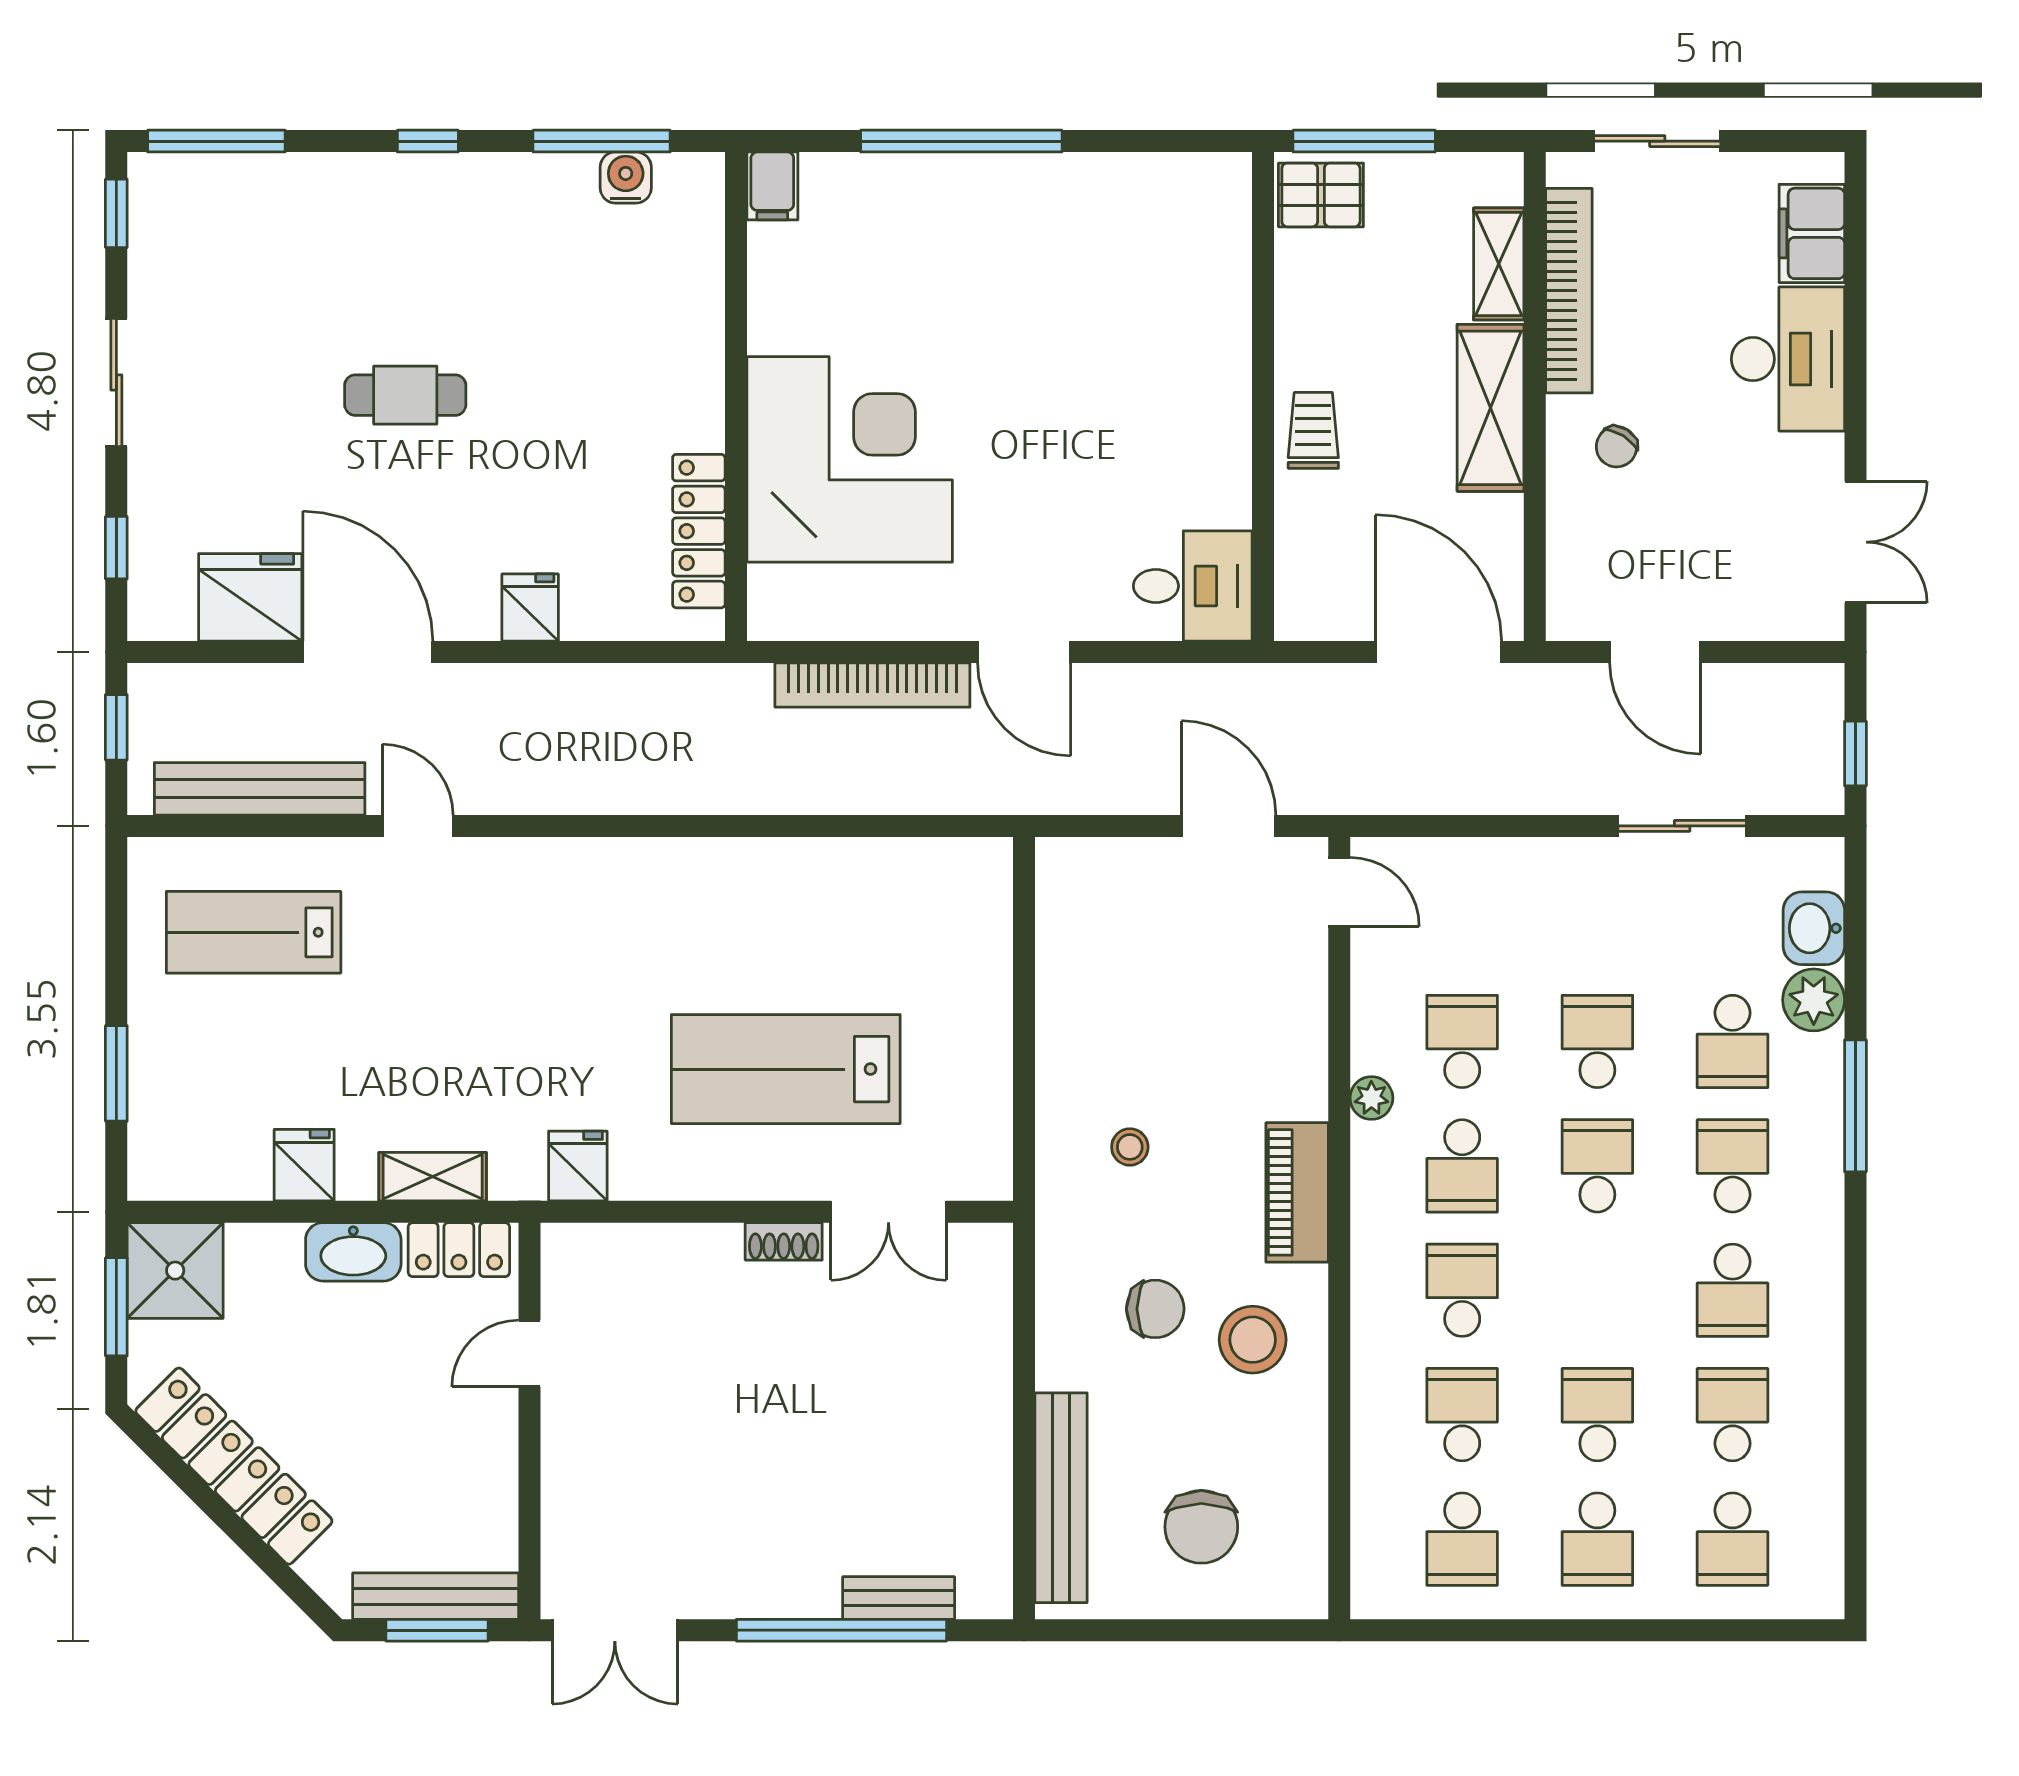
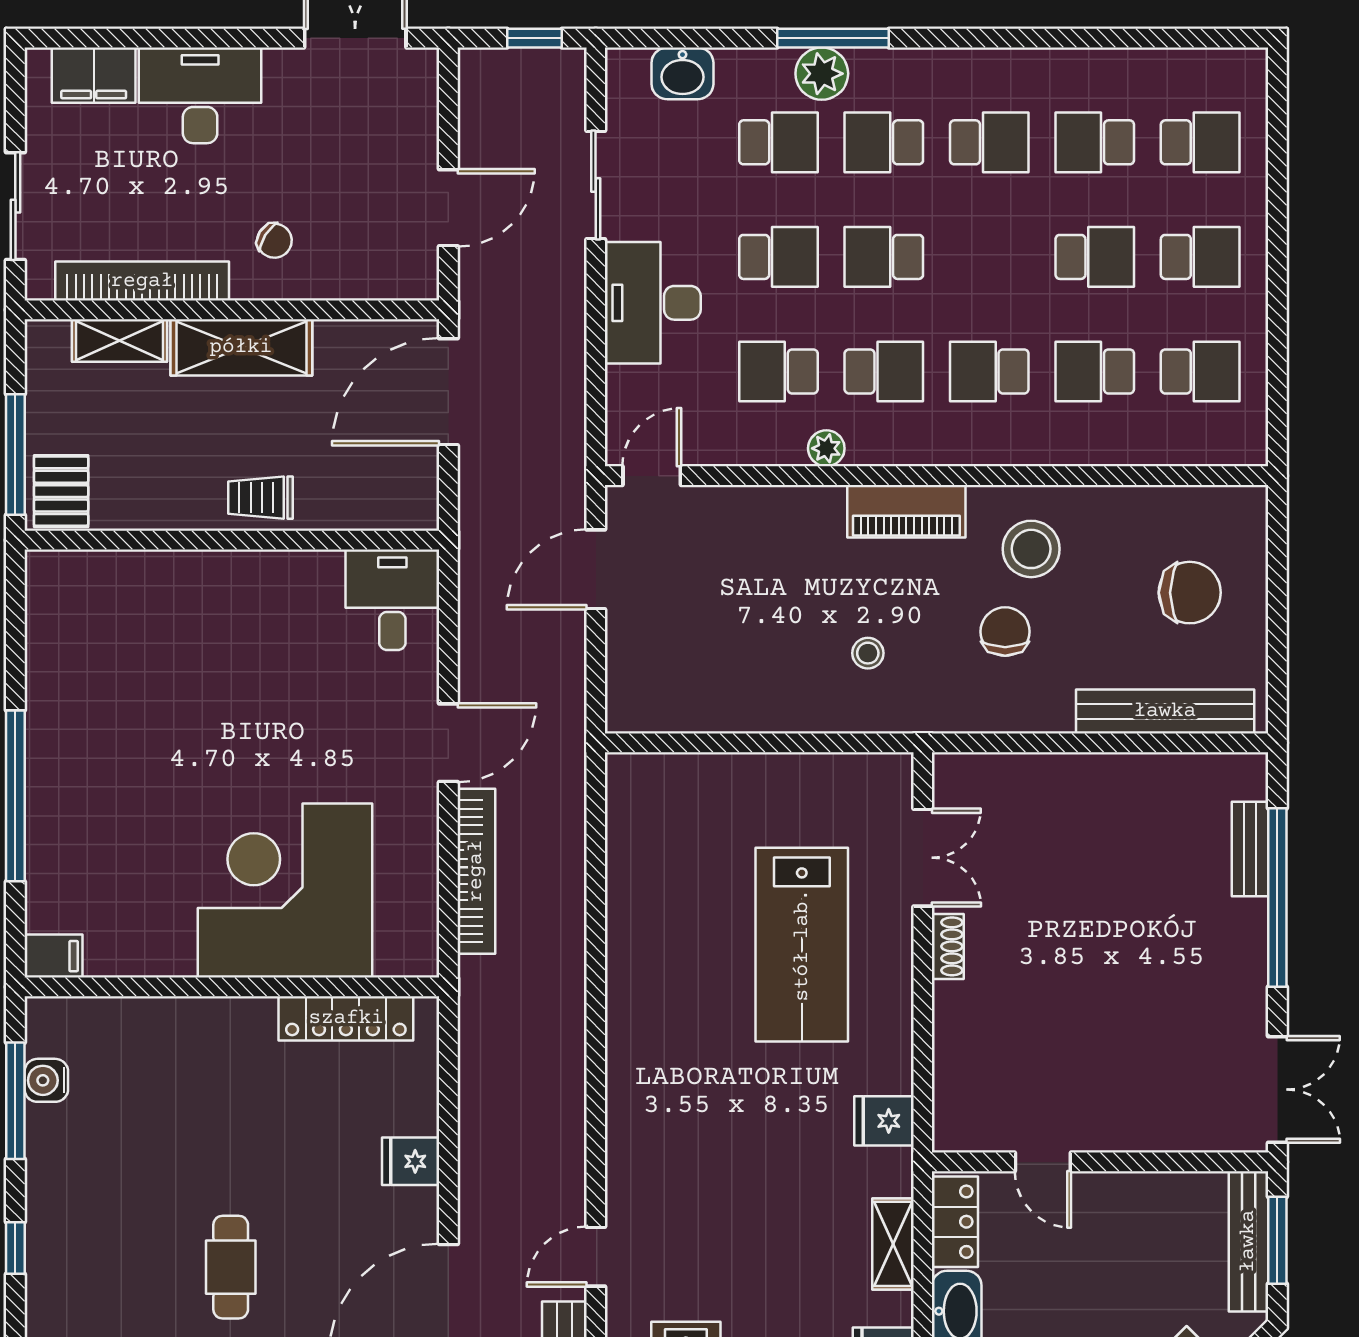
desk: (1543, 893) -> (653, 303), added
plant: (1814, 1000) -> (822, 74), moved
school desk: (1597, 1041) -> (778, 257), turned 180
school desk: (1597, 1415) -> (1095, 257), turned 180

